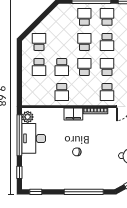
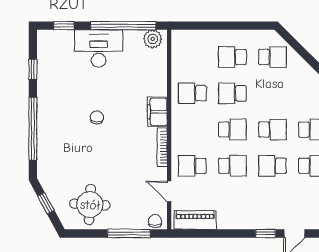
desk: (34, 138) -> (99, 49), moved
window: (36, 192) -> (33, 69), moved

